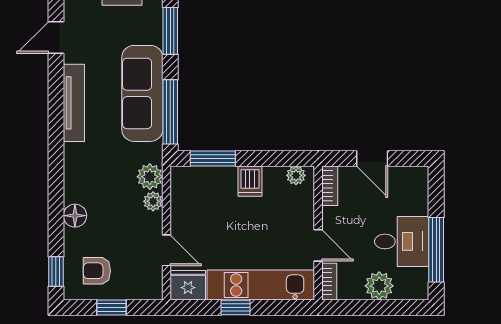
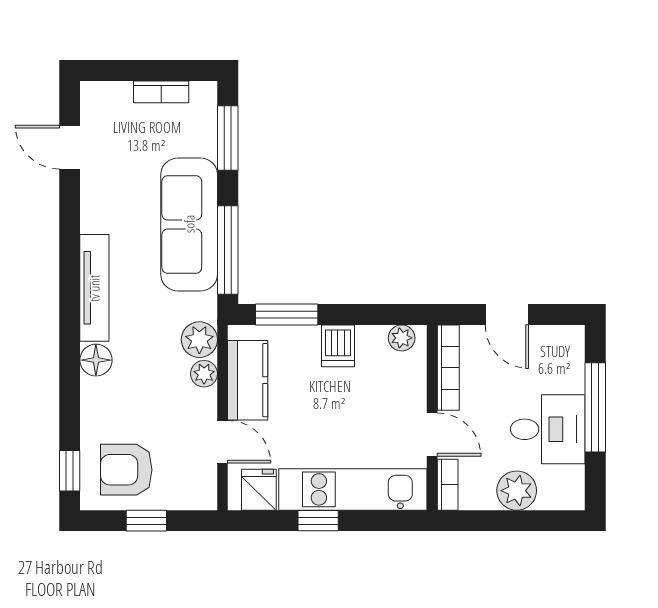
door: (56, 37) -> (70, 147), hinge flipped
tv unit: (74, 103) -> (94, 288), moved
bookcase: (330, 186) -> (448, 368), width x1.56
kitchen counter: (185, 206) -> (248, 380), added
floor lamp: (75, 216) -> (96, 360), moved
window: (436, 250) -> (595, 407), moved
armchair: (97, 271) -> (126, 470), width x1.38, depth x1.38
fridge: (188, 285) -> (259, 490), width x0.72

